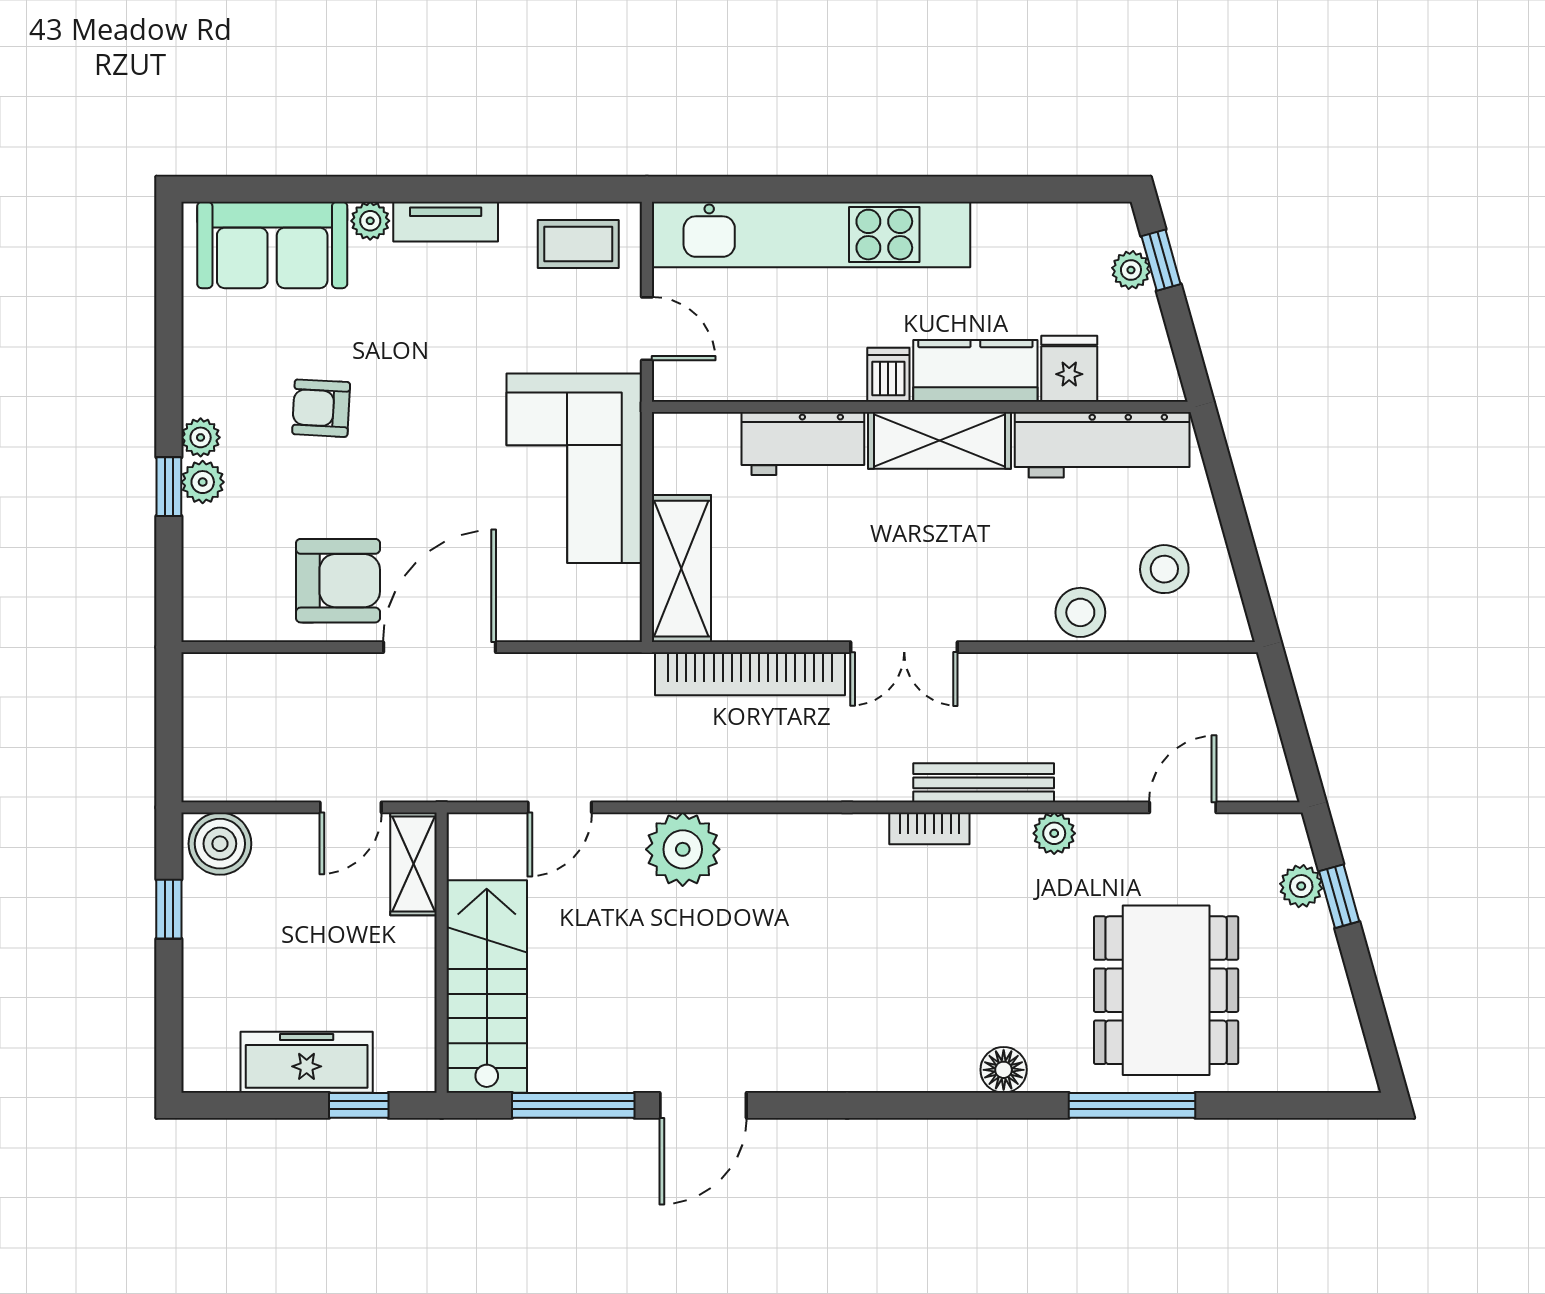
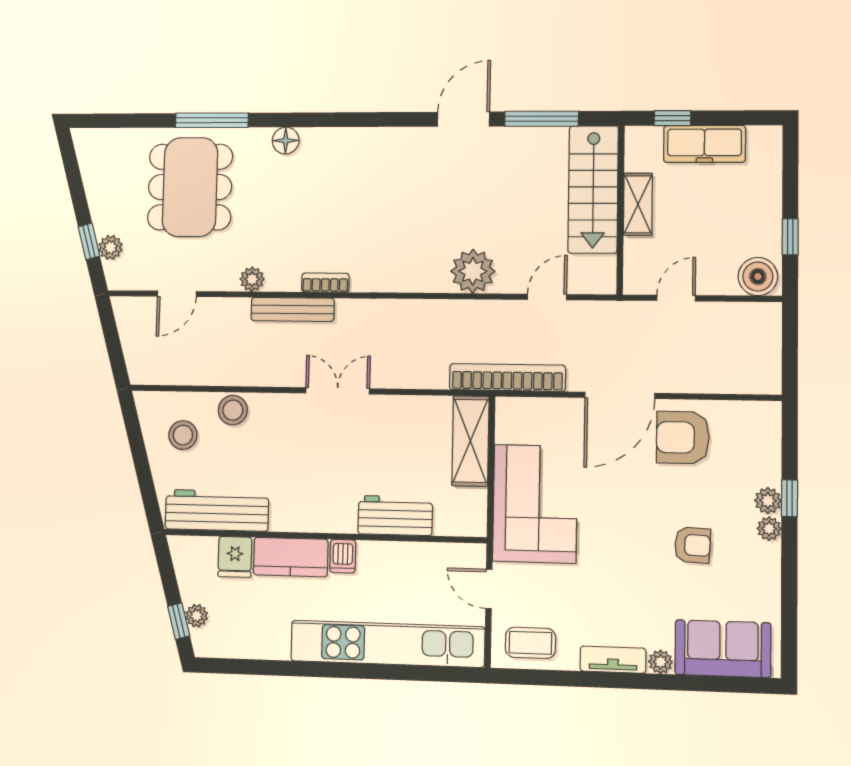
shelving: (940, 440) -> (313, 515), removed
bookcase: (750, 674) -> (507, 377), moved
shelving: (413, 864) -> (638, 204), moved

